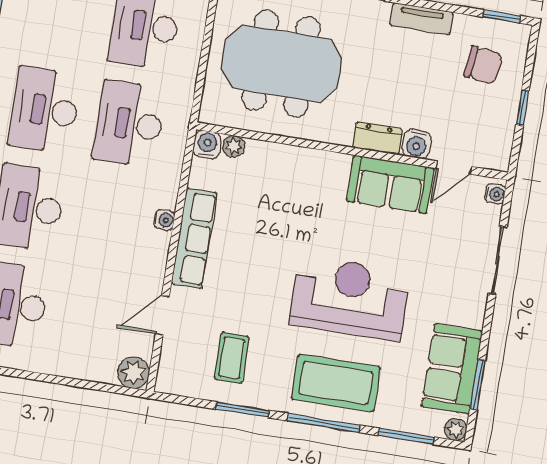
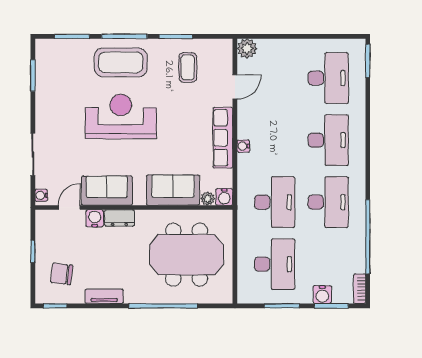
reception desk: (350, 298) -> (121, 117), turned 180
sofa: (452, 369) -> (173, 190), moved, turned -90
plant: (456, 430) -> (42, 46), removed

